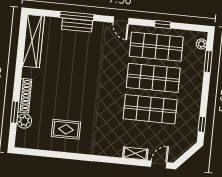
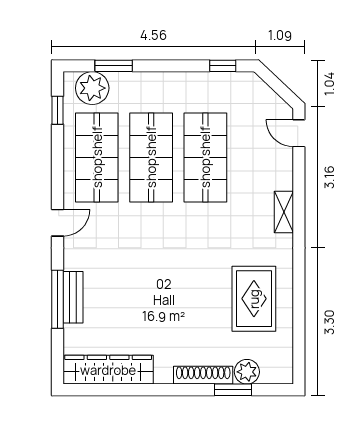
window: (163, 24) -> (58, 110), moved
plant: (201, 44) -> (92, 88), width x1.88, depth x1.88
rug: (66, 129) -> (254, 299), width x1.36, depth x1.43
shelving: (135, 153) -> (284, 212), moved

